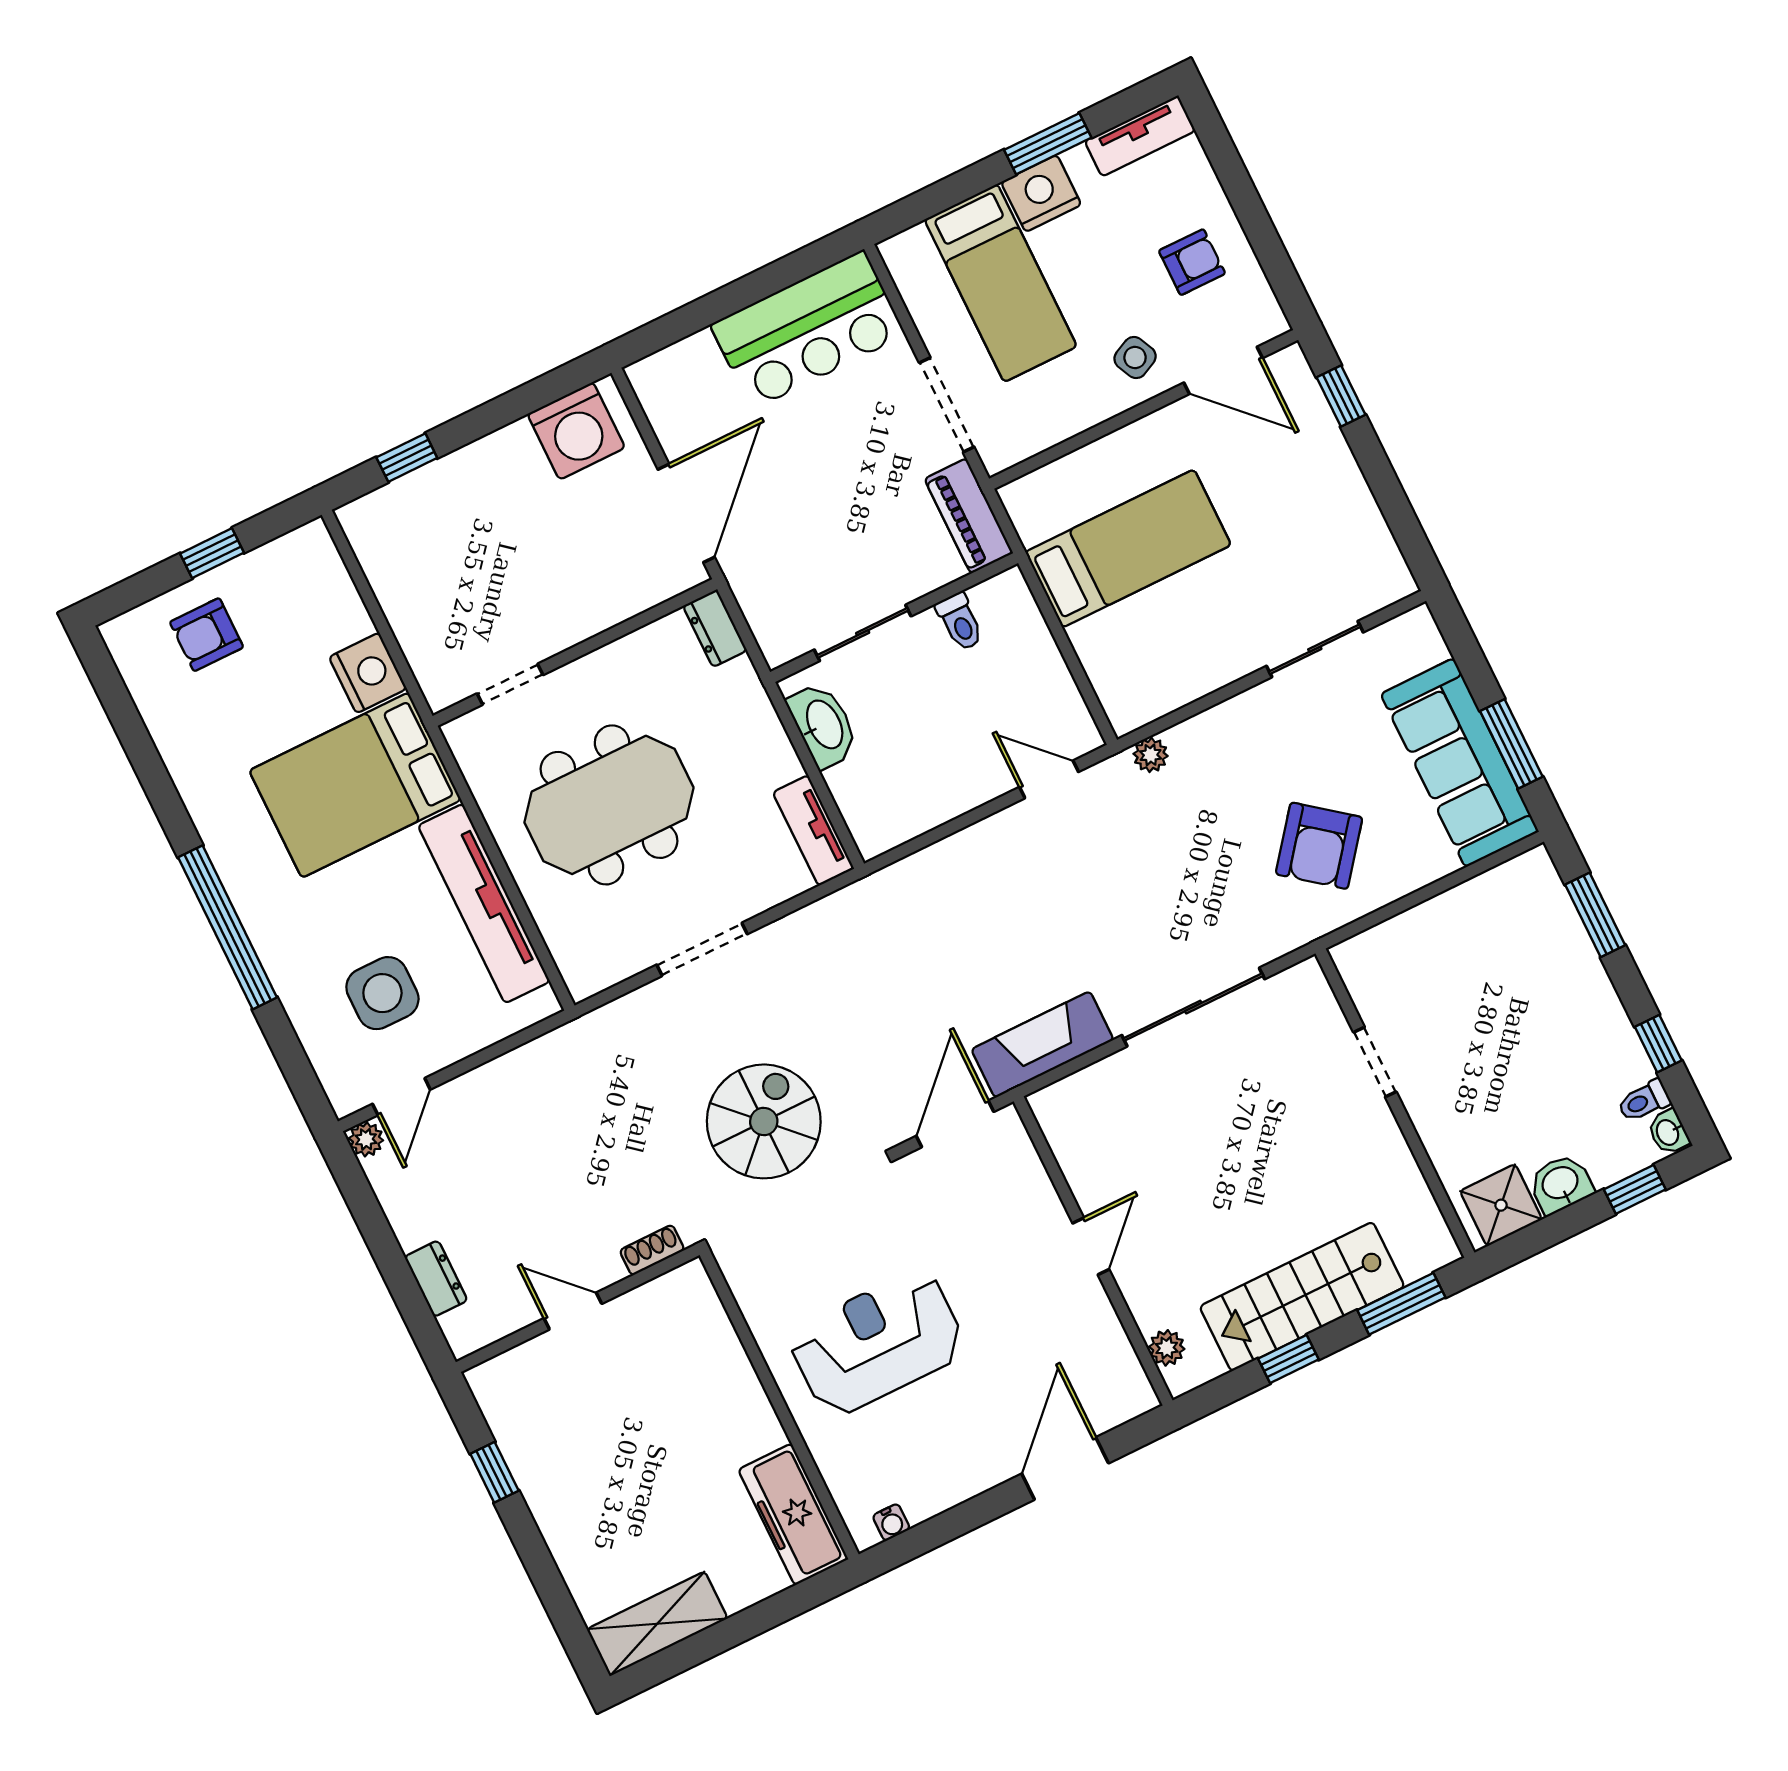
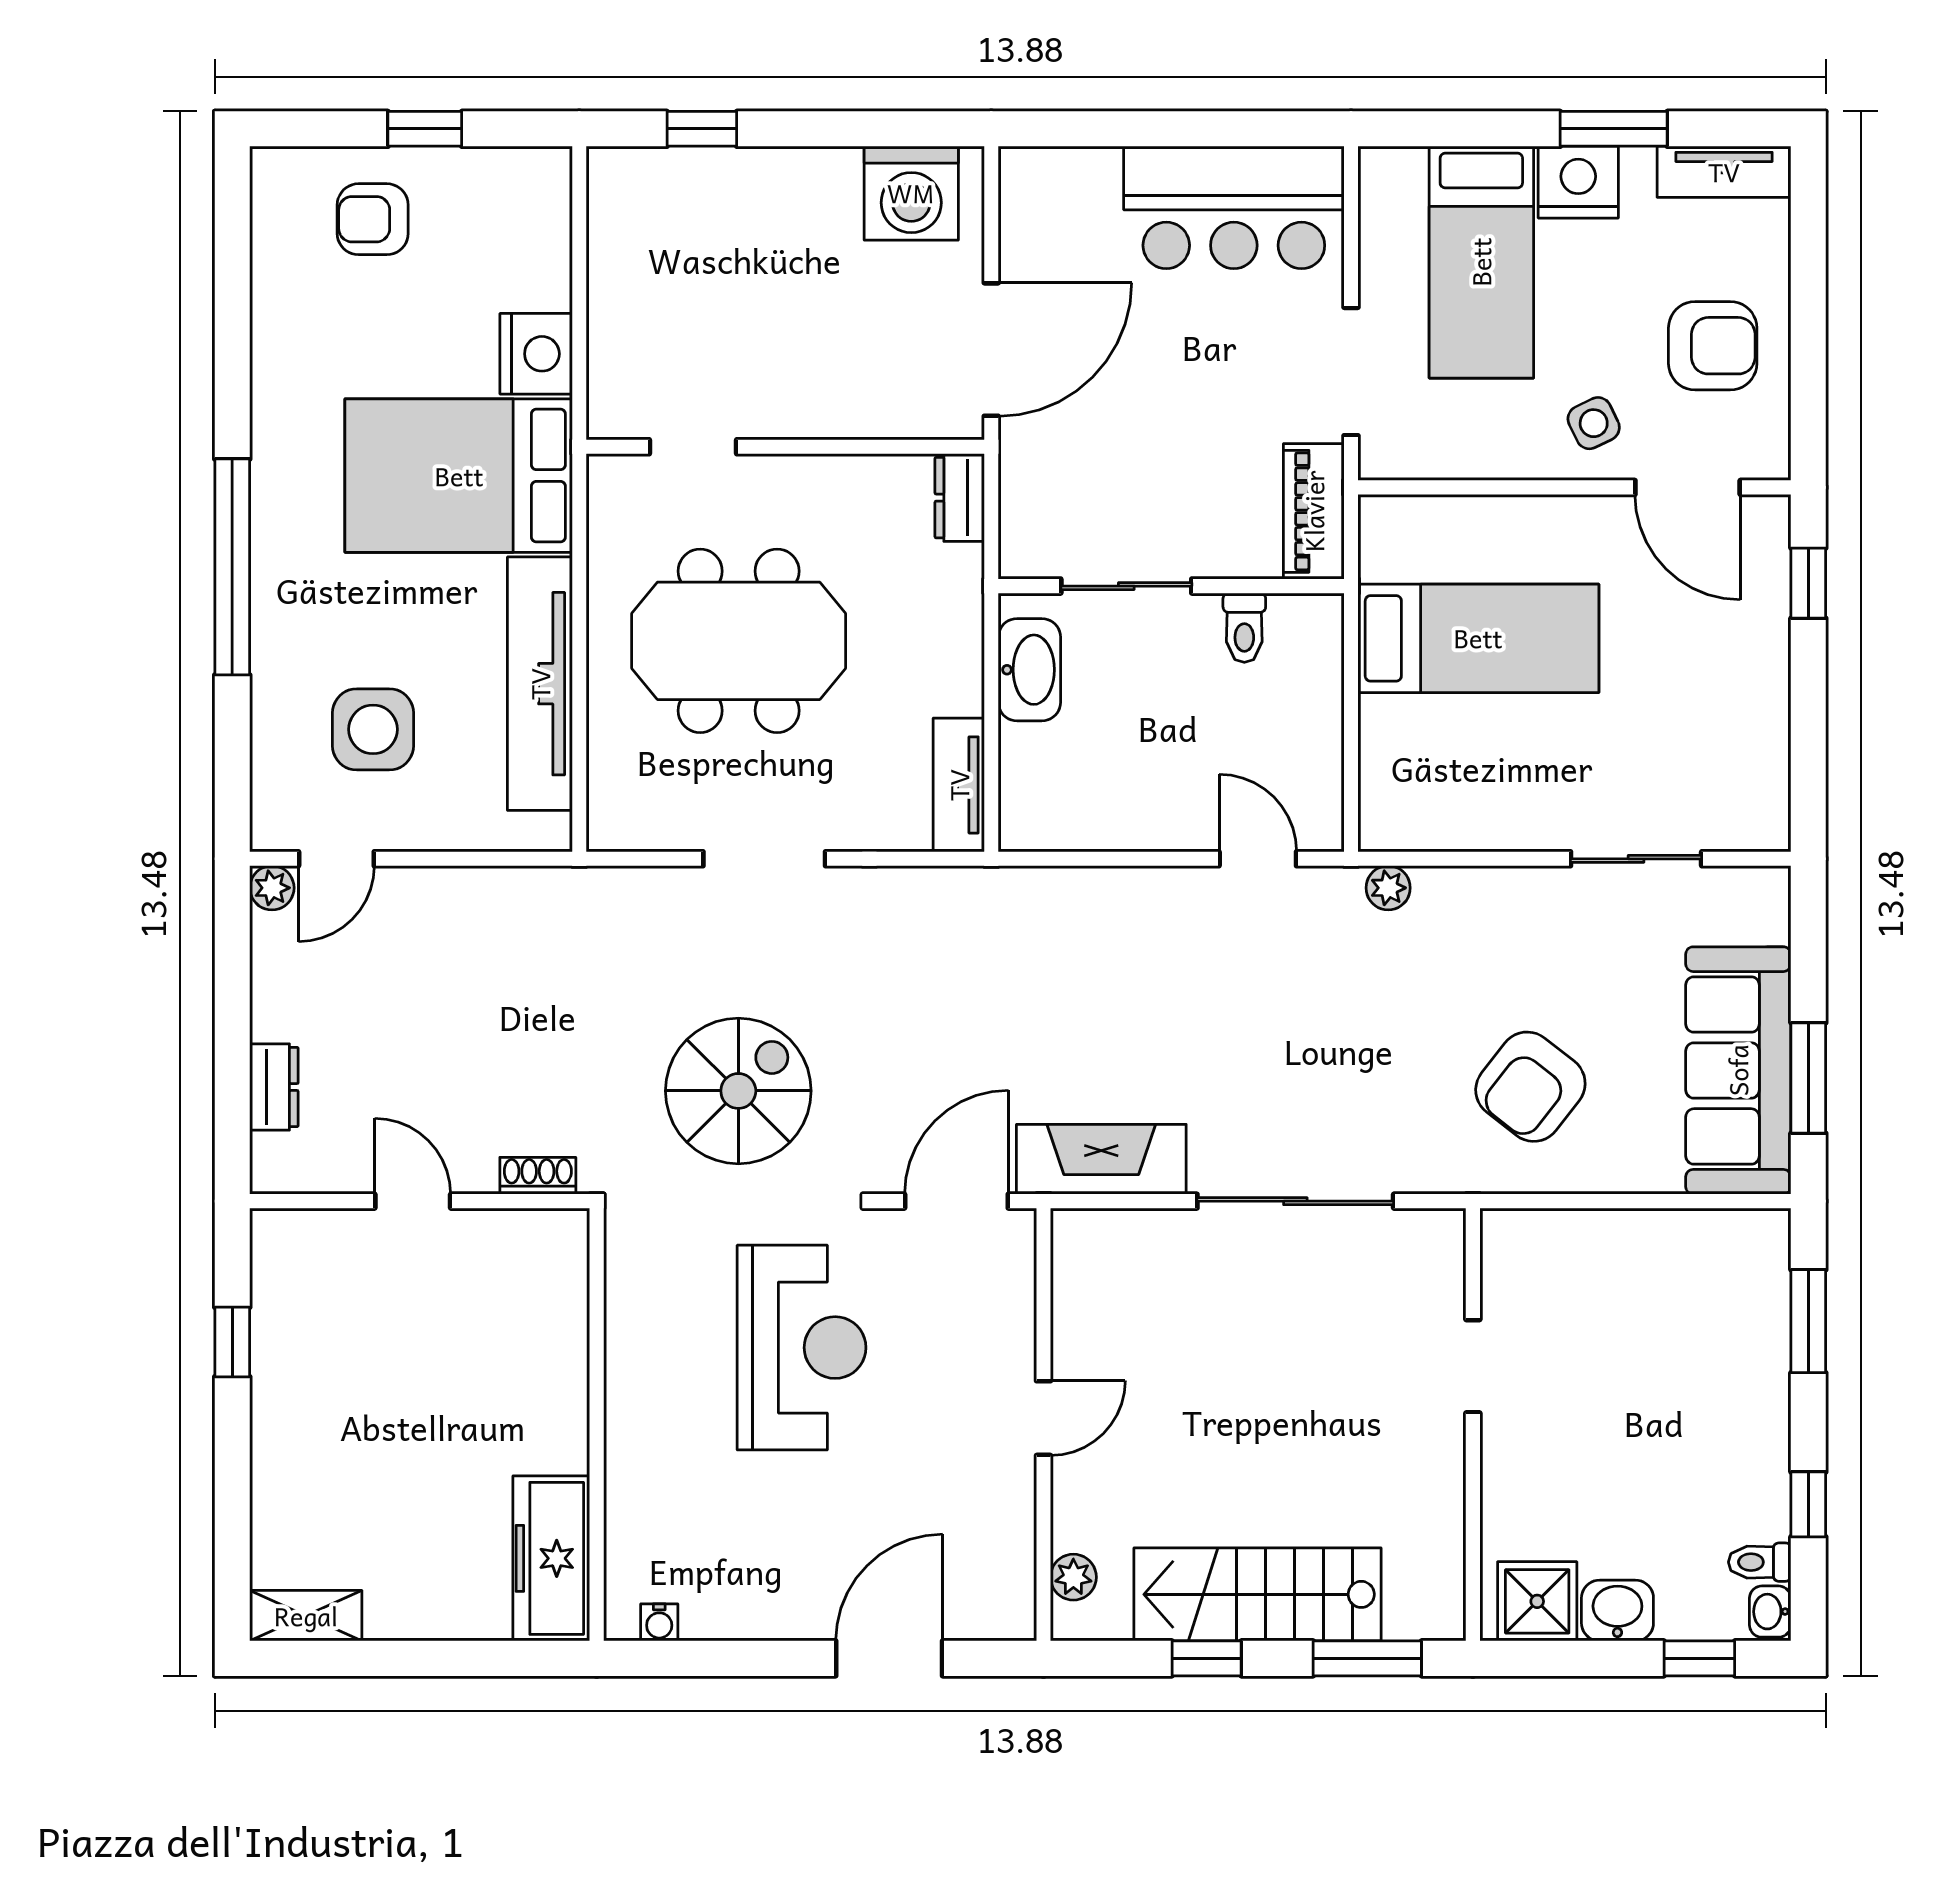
armchair: (1192, 262) -> (1713, 346), width x1.38, depth x1.38
reception desk: (877, 1343) -> (802, 1348), moved, turned 90
shelving: (657, 1624) -> (306, 1616), width x0.67, depth x0.75

